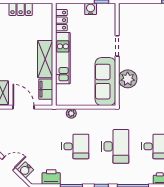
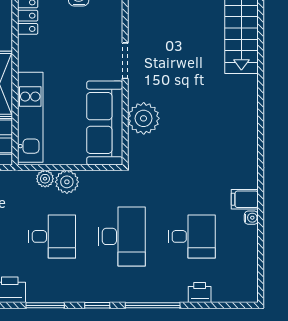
kitchen unit: (63, 58) -> (30, 117), moved
plant: (84, 115) -> (67, 182), added

